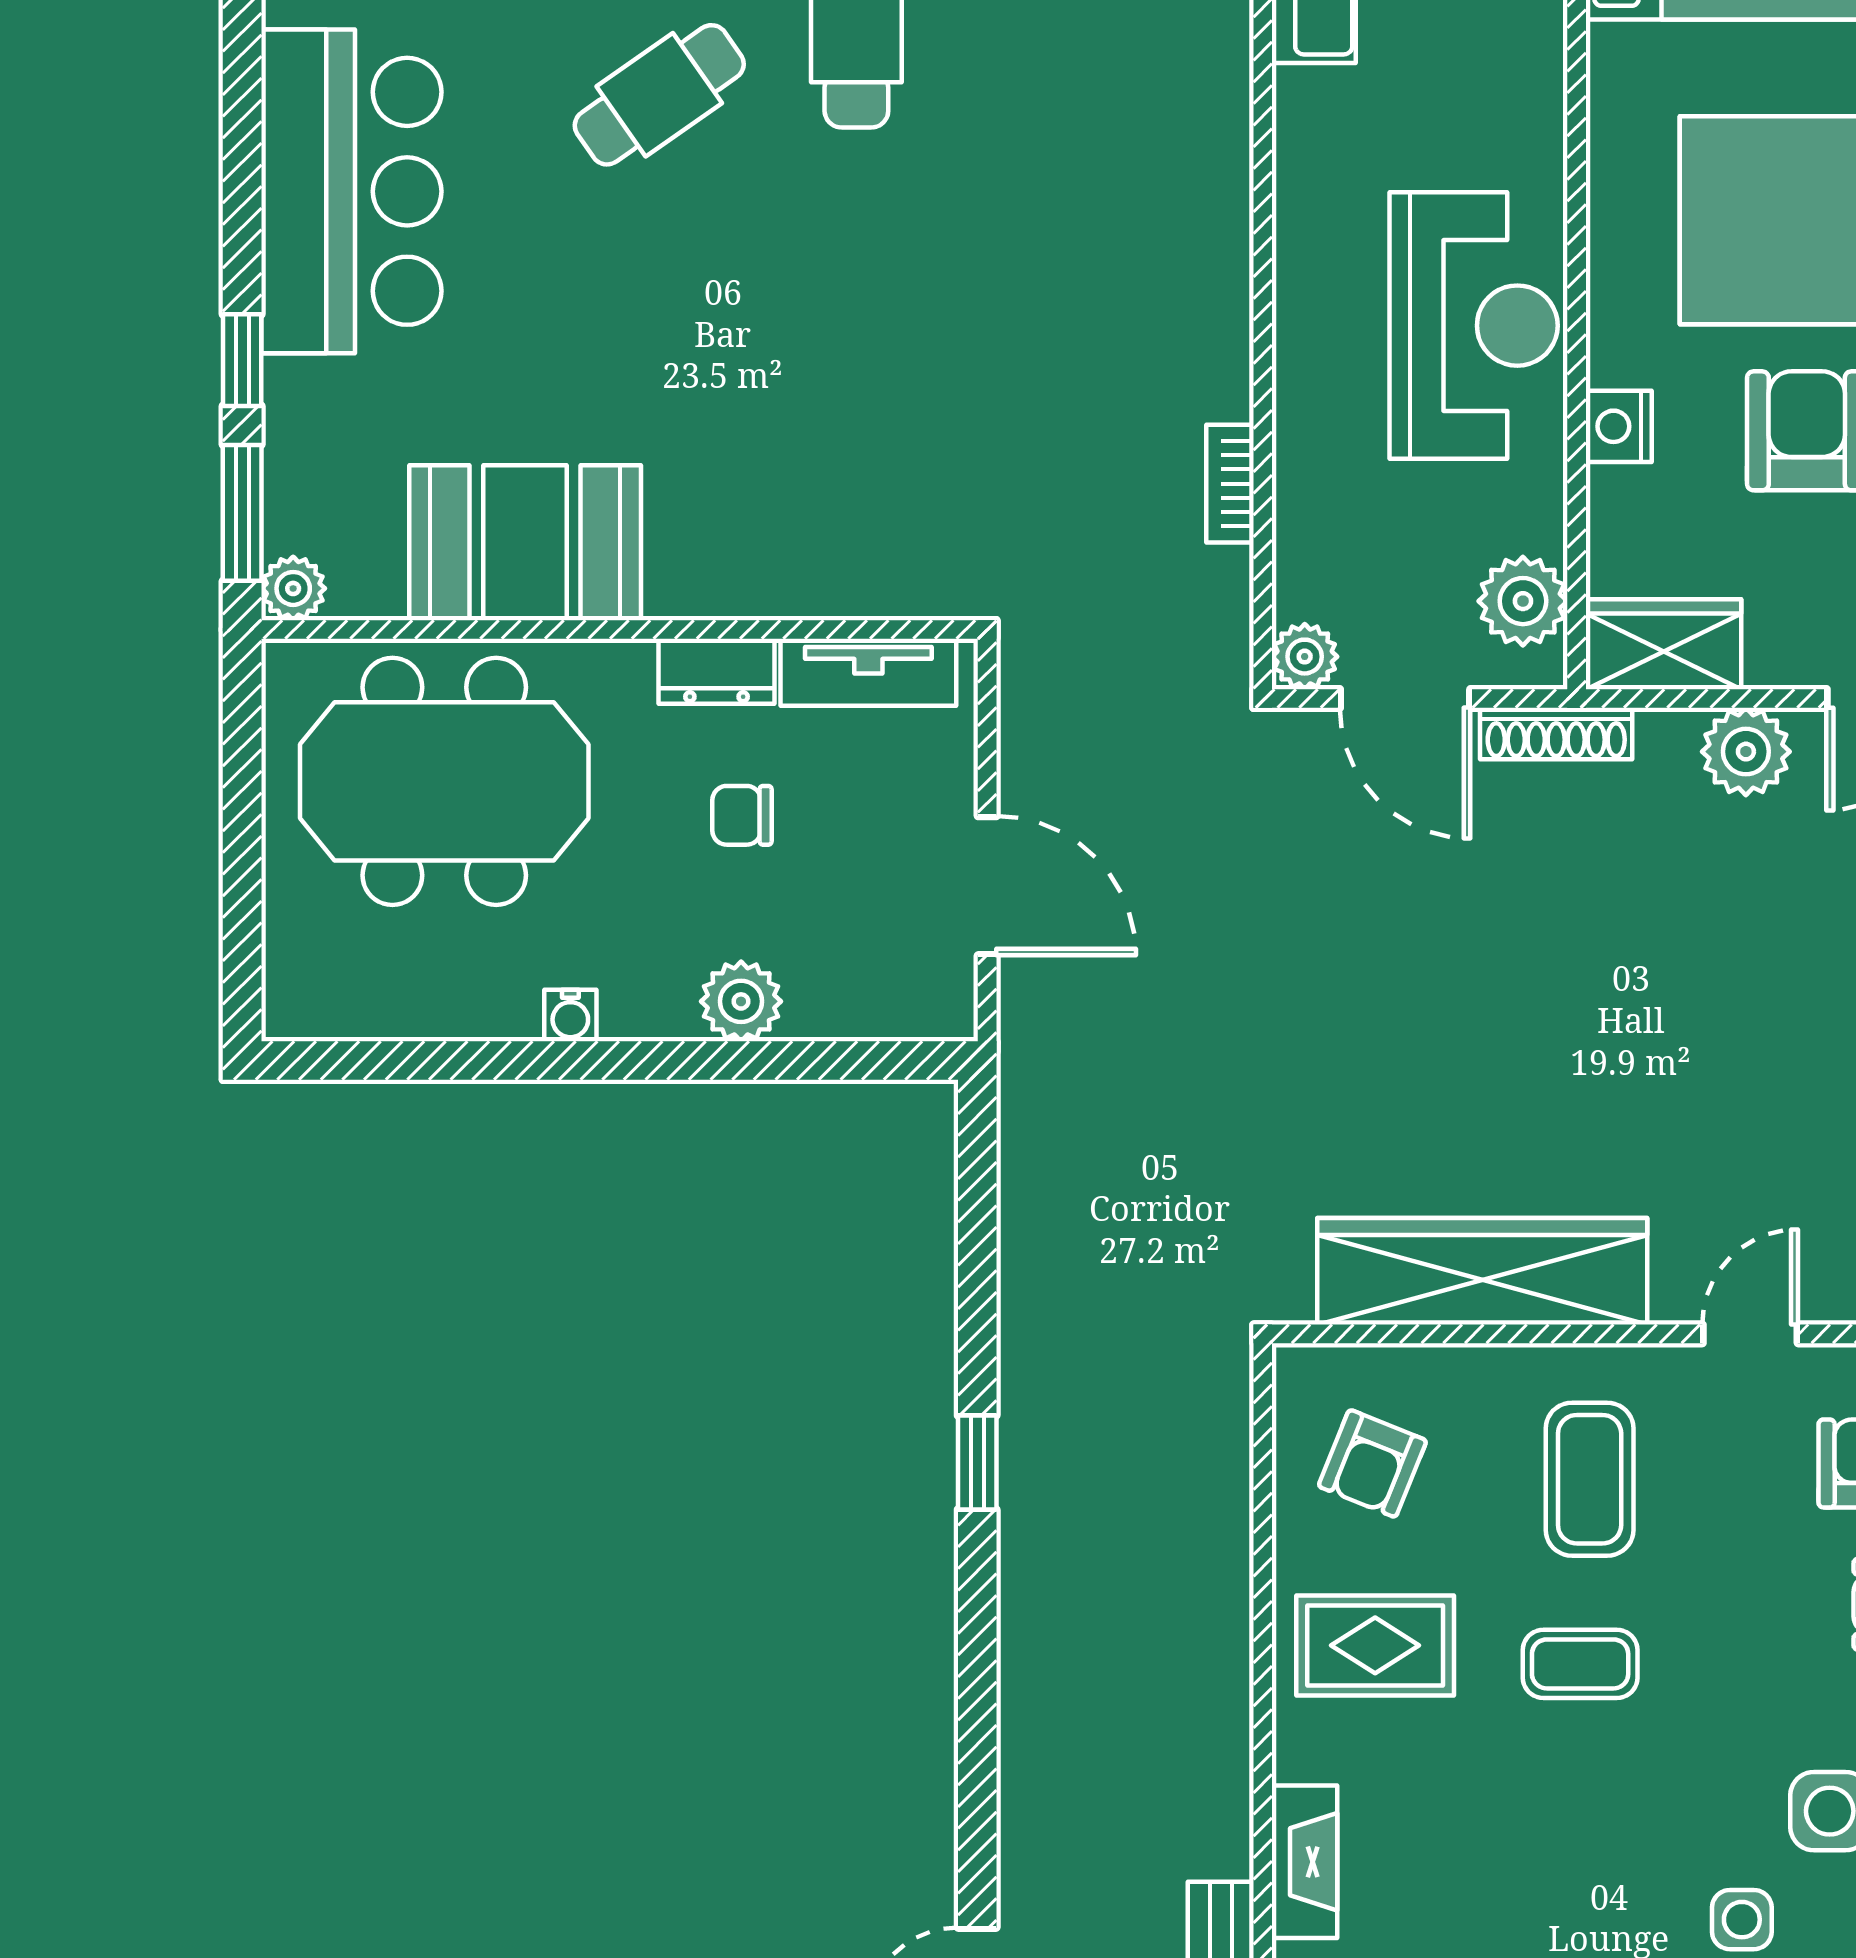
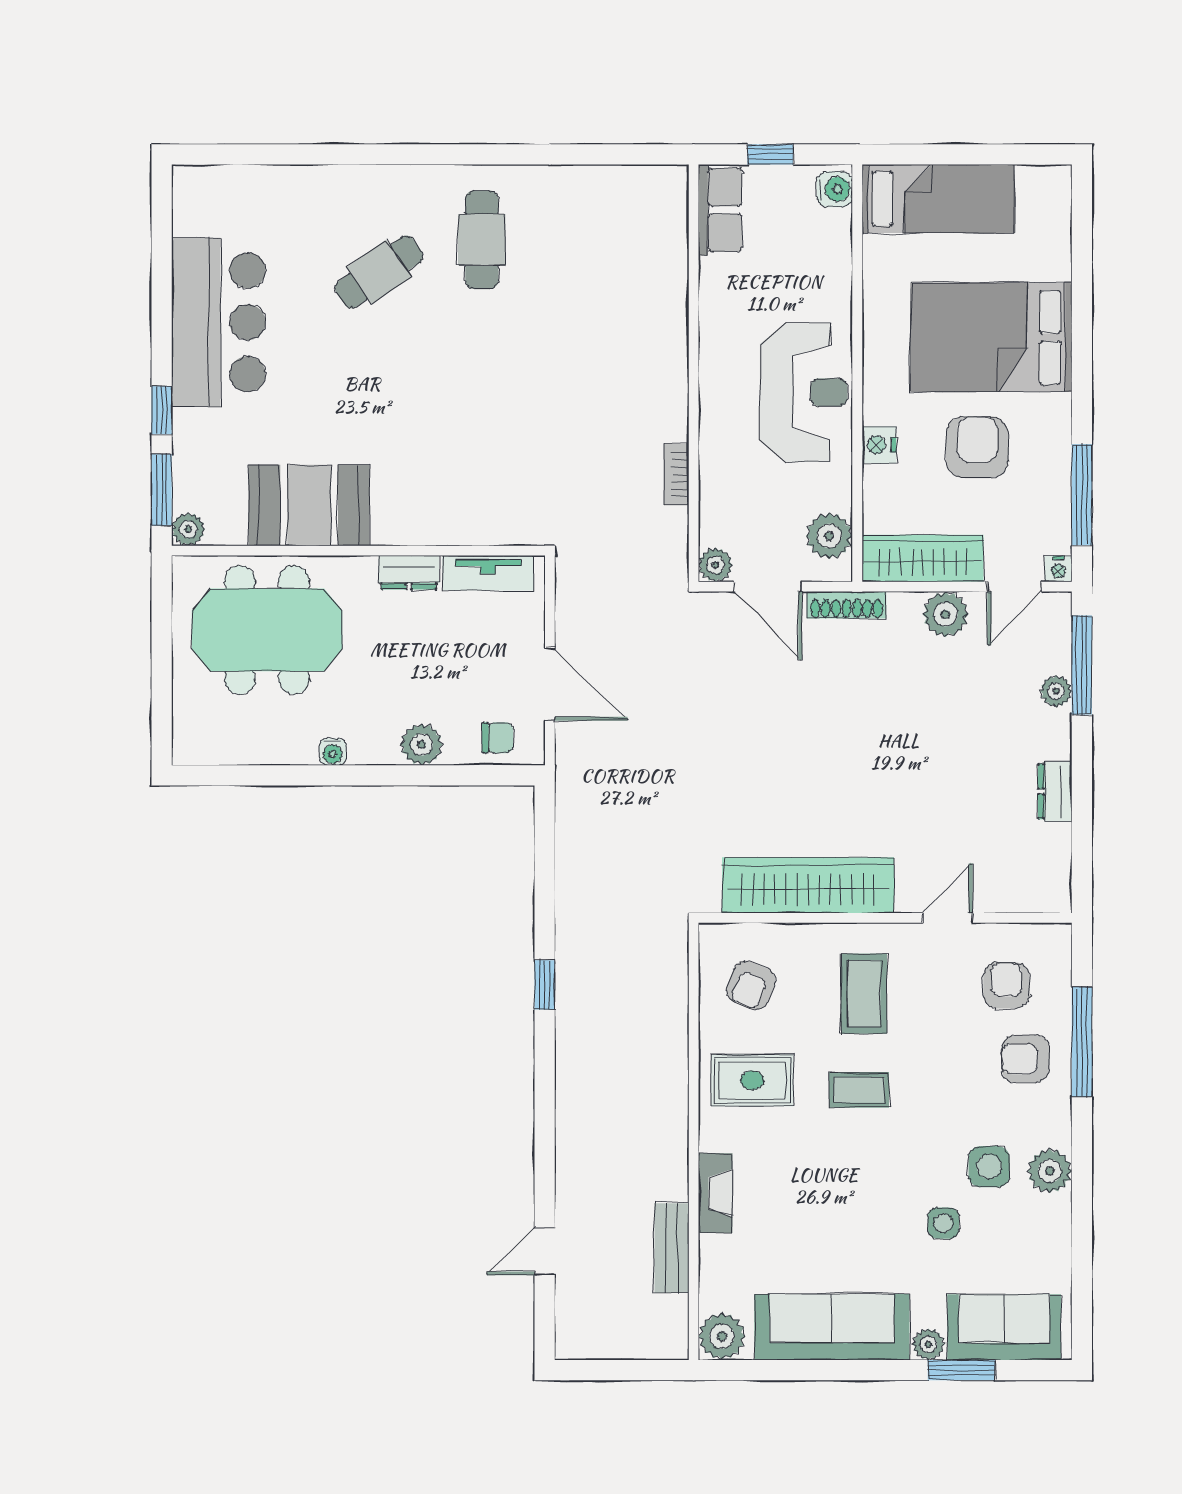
wardrobe: (1663, 644) -> (923, 558), width x1.50
chair: (742, 815) -> (498, 738), moved, turned 180

